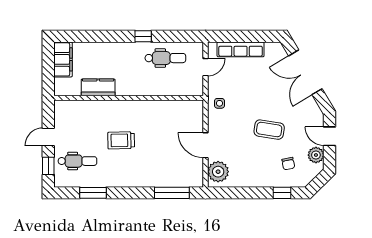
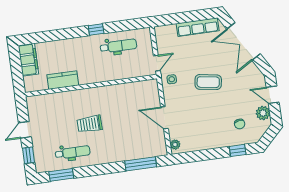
row of seats: (241, 49) -> (198, 27), moved
door: (206, 67) -> (157, 63), moved
coffee table: (269, 130) -> (208, 82), moved
dental chair: (77, 161) -> (73, 152), moved
plant: (218, 172) -> (175, 145), width x0.53, depth x0.53
window: (93, 193) -> (61, 175), moved

